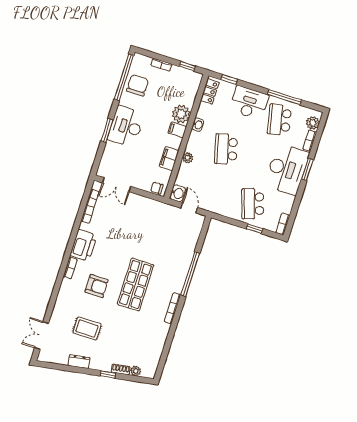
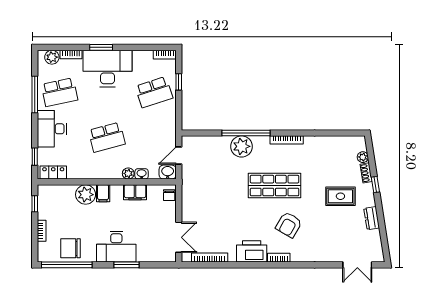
washbasin: (198, 125) -> (142, 174), moved
plant: (180, 266) -> (241, 146), added
armchair: (97, 286) -> (289, 225), turned -150
rug: (87, 329) -> (340, 196), moved, turned 90

